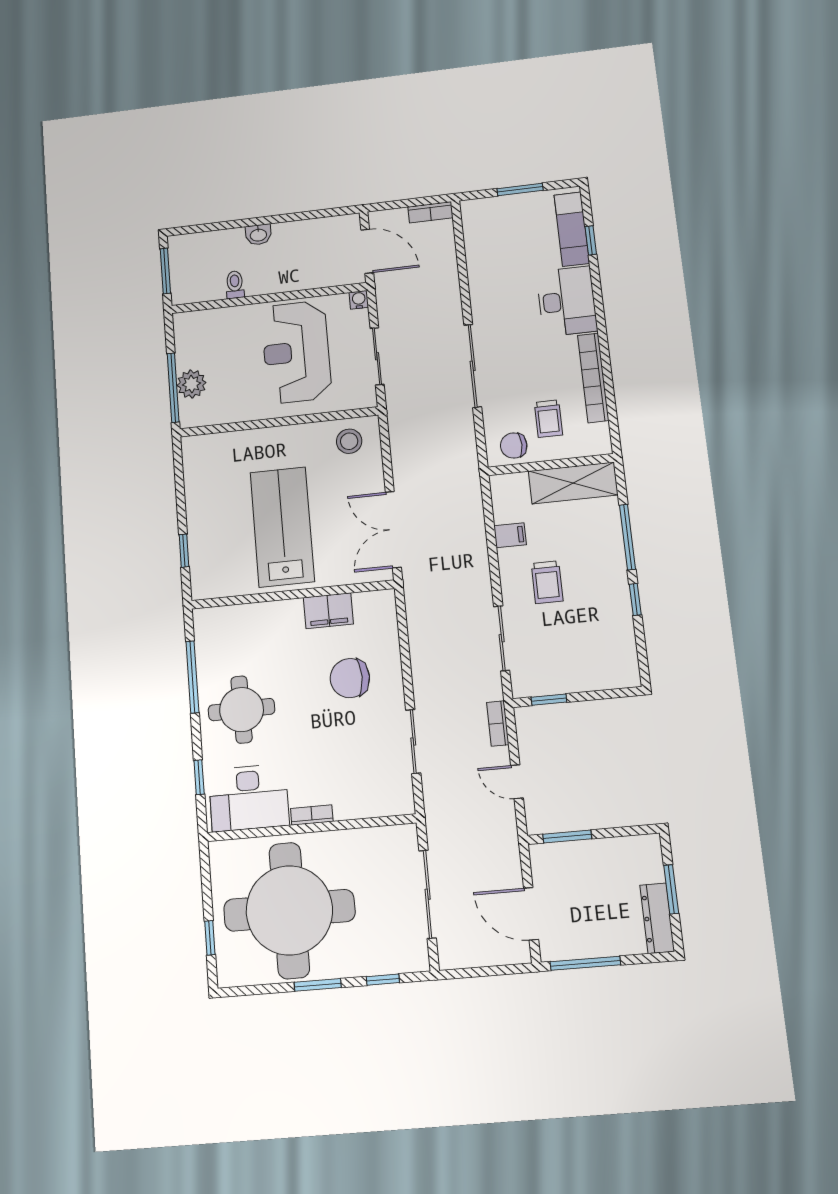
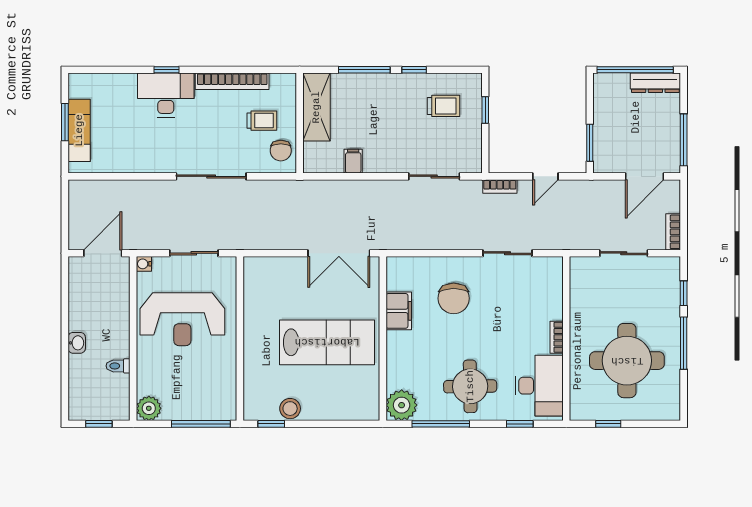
bookcase: (430, 212) -> (673, 232), moved, turned 180
exam couch: (572, 229) -> (79, 130), moved, turned -90
window: (591, 240) -> (166, 70), moved
window: (165, 271) -> (99, 424), width x0.67
plant: (191, 384) -> (149, 408), moved
stool: (349, 441) -> (290, 409), moved
lab bench: (282, 527) -> (327, 342), turned 180
window: (184, 551) -> (271, 424), moved
trolley: (547, 582) -> (443, 106), moved
plant: (212, 626) -> (402, 405), added
window: (549, 700) -> (485, 110), moved
window: (671, 889) -> (635, 70), width x2.11
sliding door: (428, 894) -> (624, 253), width x0.73
round table: (289, 910) -> (627, 361), width x0.73, depth x0.73
window: (210, 938) -> (608, 424), moved
window: (318, 985) -> (684, 343), width x1.44

